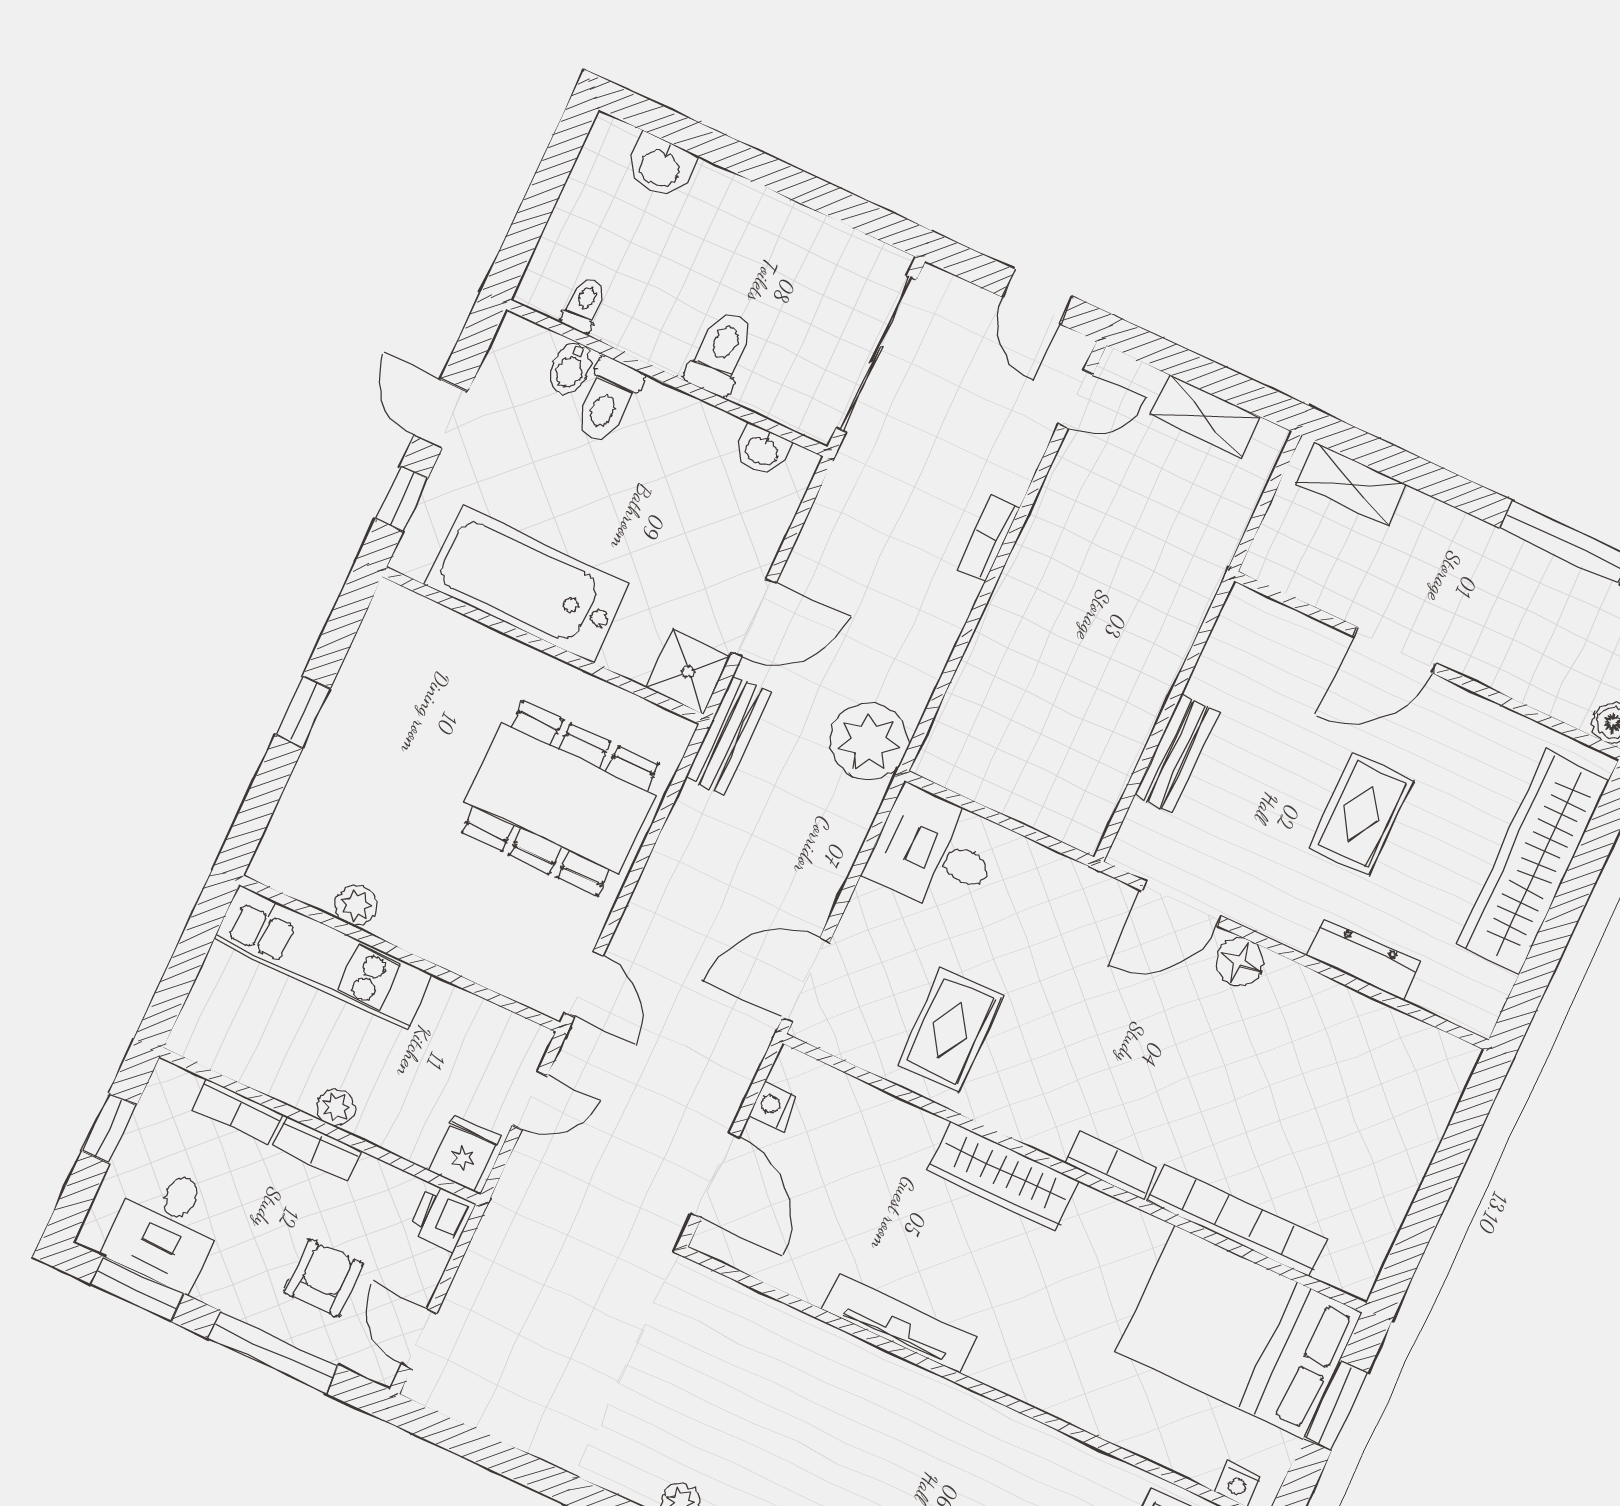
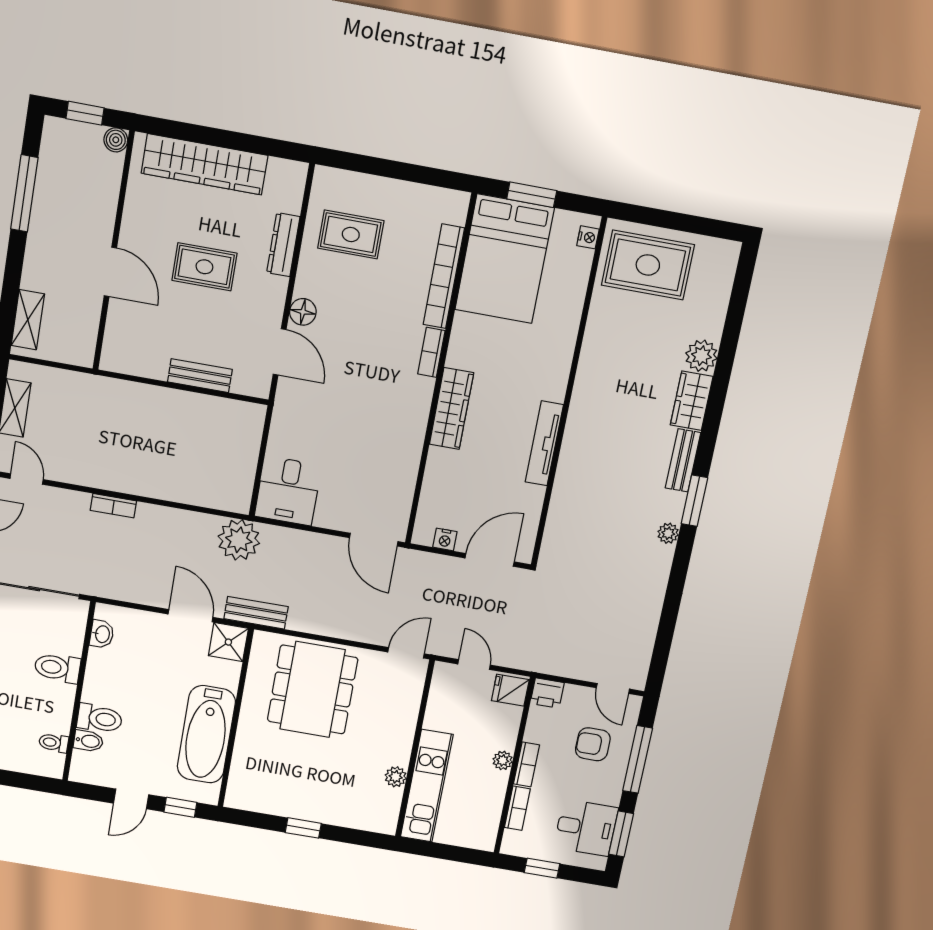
rug: (950, 1030) -> (351, 234), moved
door: (419, 1339) -> (613, 688), hinge flipped

